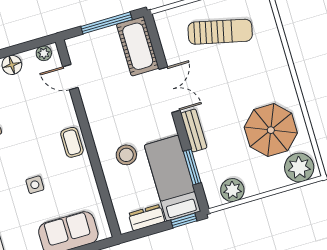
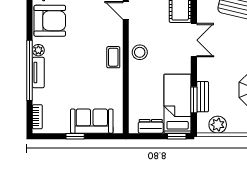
bench: (194, 131) -> (203, 97), moved
stool: (126, 155) -> (140, 52), moved
side table: (35, 185) -> (78, 80), removed

